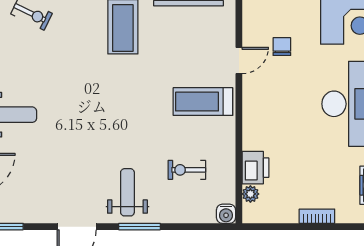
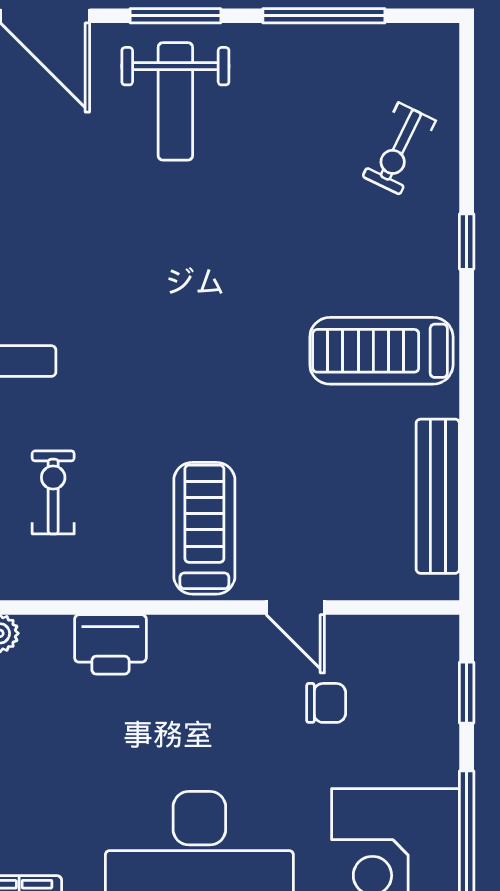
printer: (255, 168) -> (110, 644), moved

